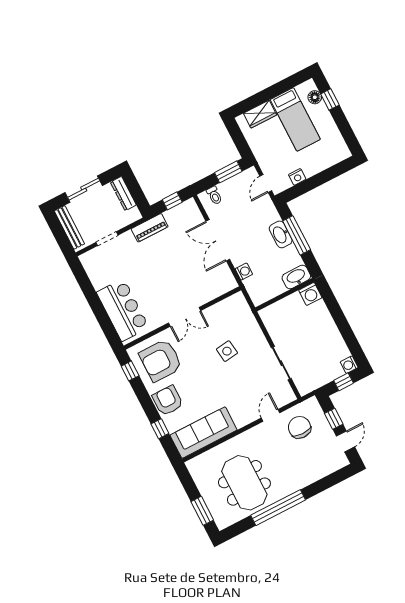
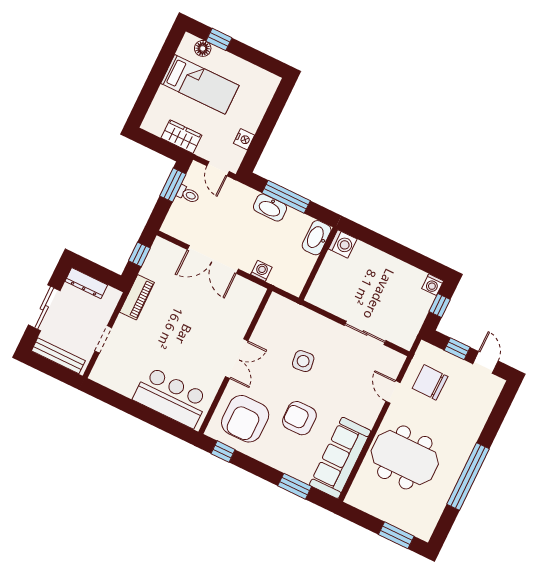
wardrobe: (260, 114) -> (181, 137), moved, turned -90
toilet: (214, 195) -> (188, 194), moved
armchair: (168, 401) -> (299, 418), moved
window: (160, 429) -> (295, 486), width x1.50
meeting table: (244, 483) -> (405, 457), moved

